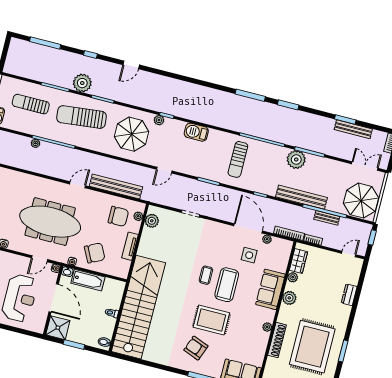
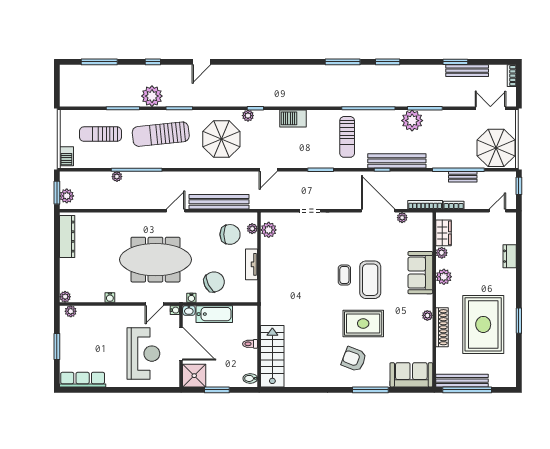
bench: (301, 197) -> (397, 161), moved
side table: (249, 255) -> (387, 240), removed
stairs: (138, 307) -> (272, 356), width x0.54, depth x0.66

